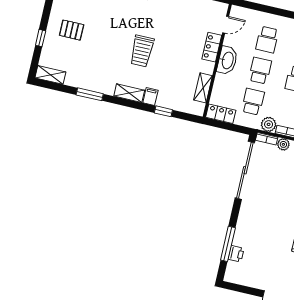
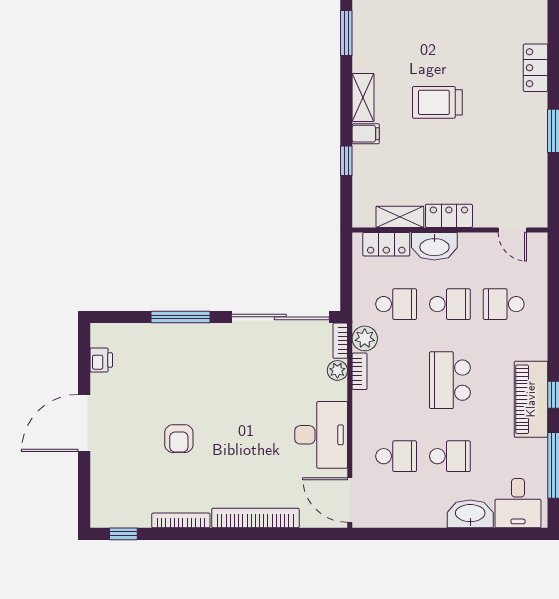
locker: (212, 47) -> (449, 216), moved
washbasin: (227, 60) -> (434, 246), moved
locker: (221, 114) -> (386, 244), moved, turned 90
window: (228, 244) -> (181, 317), moved
printer: (236, 254) -> (101, 360), moved, turned -90

